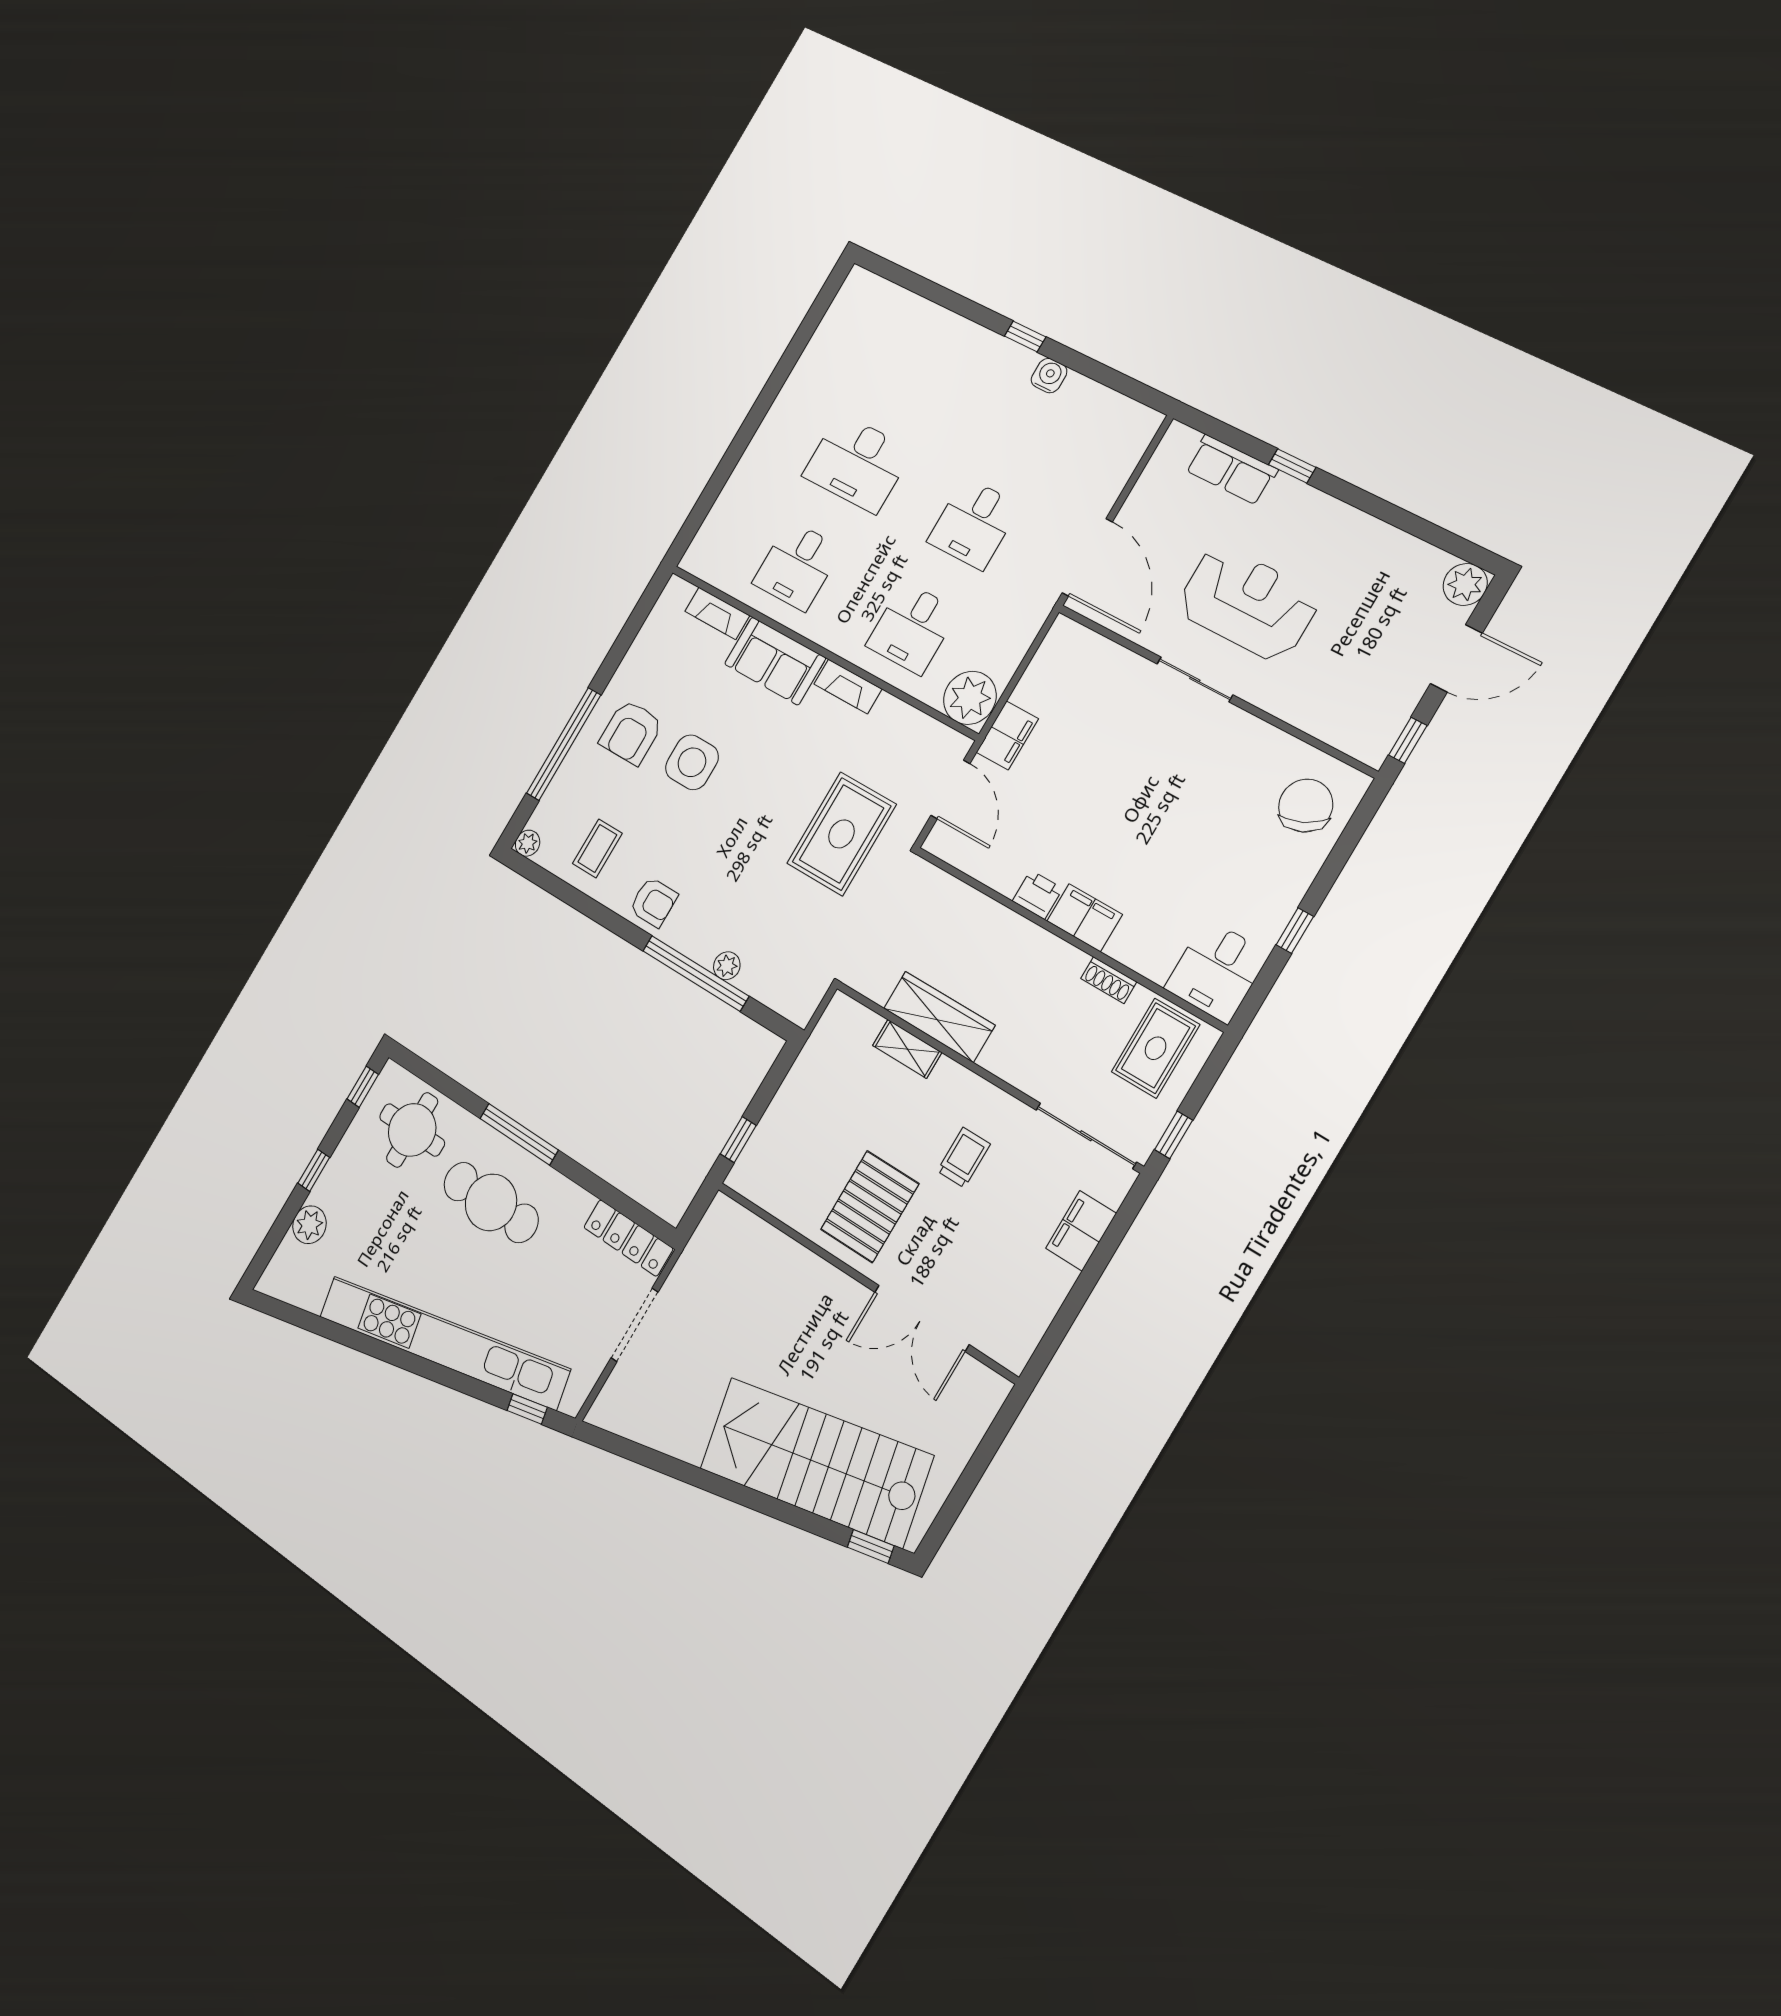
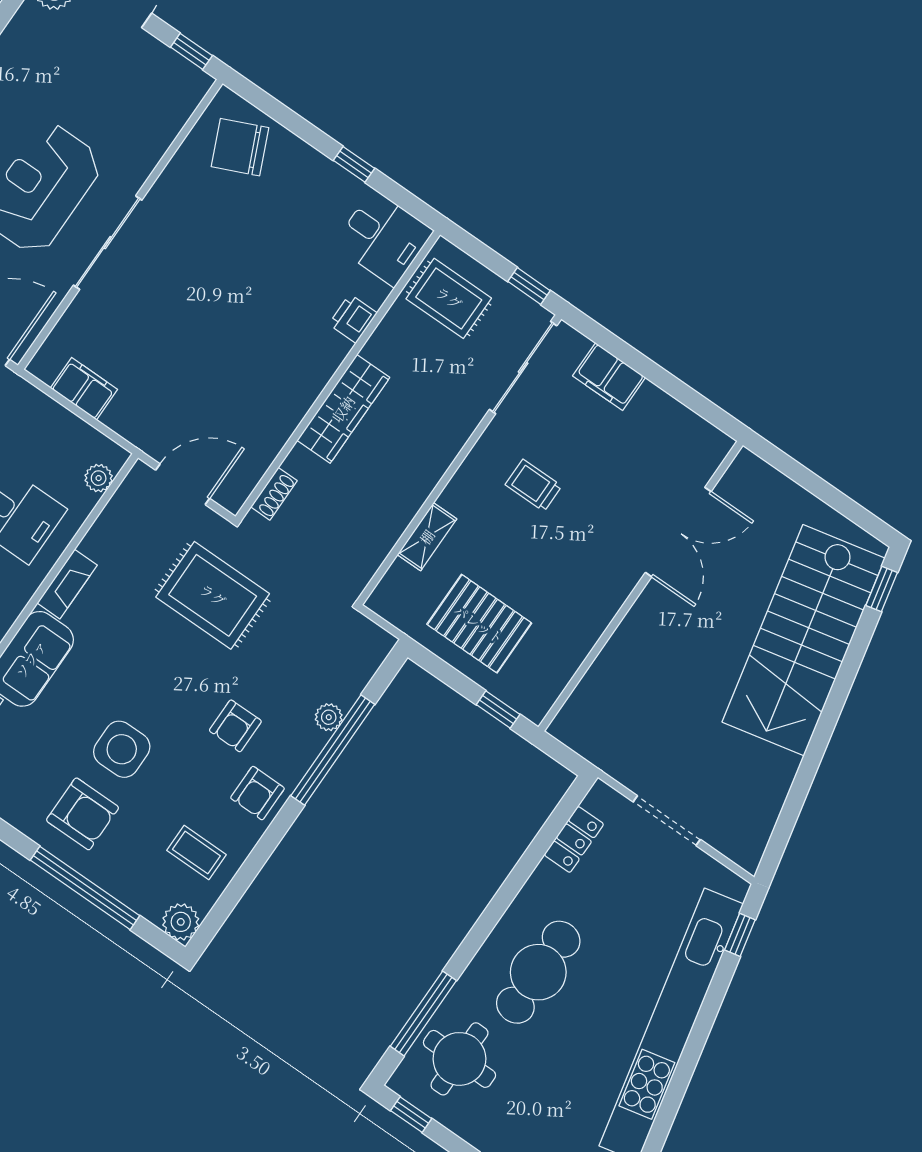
sliding door: (1195, 679) -> (108, 243), width x1.37
plant: (970, 698) -> (99, 478), width x0.53, depth x0.53
filing cabinet: (1007, 735) -> (84, 389), moved
plant: (528, 843) -> (181, 922), width x1.38, depth x1.38
armchair: (716, 872) -> (235, 726), added
printer: (1038, 895) -> (353, 319), moved
armchair: (653, 902) -> (257, 793), turned 180
filing cabinet: (1085, 918) -> (321, 359), removed
shoe rack: (1109, 980) -> (274, 494), moved
wardrobe: (939, 1017) -> (343, 409), moved, turned 180
window: (519, 1134) -> (423, 1013), moved
pallet: (870, 1207) -> (479, 624), moved
locker: (628, 1238) -> (574, 839), width x0.66

